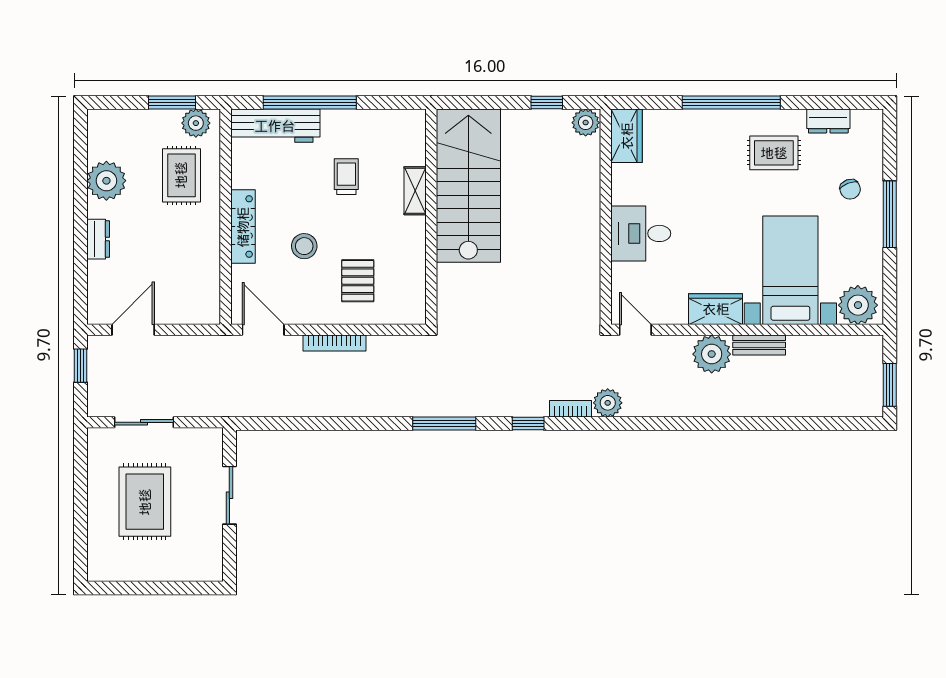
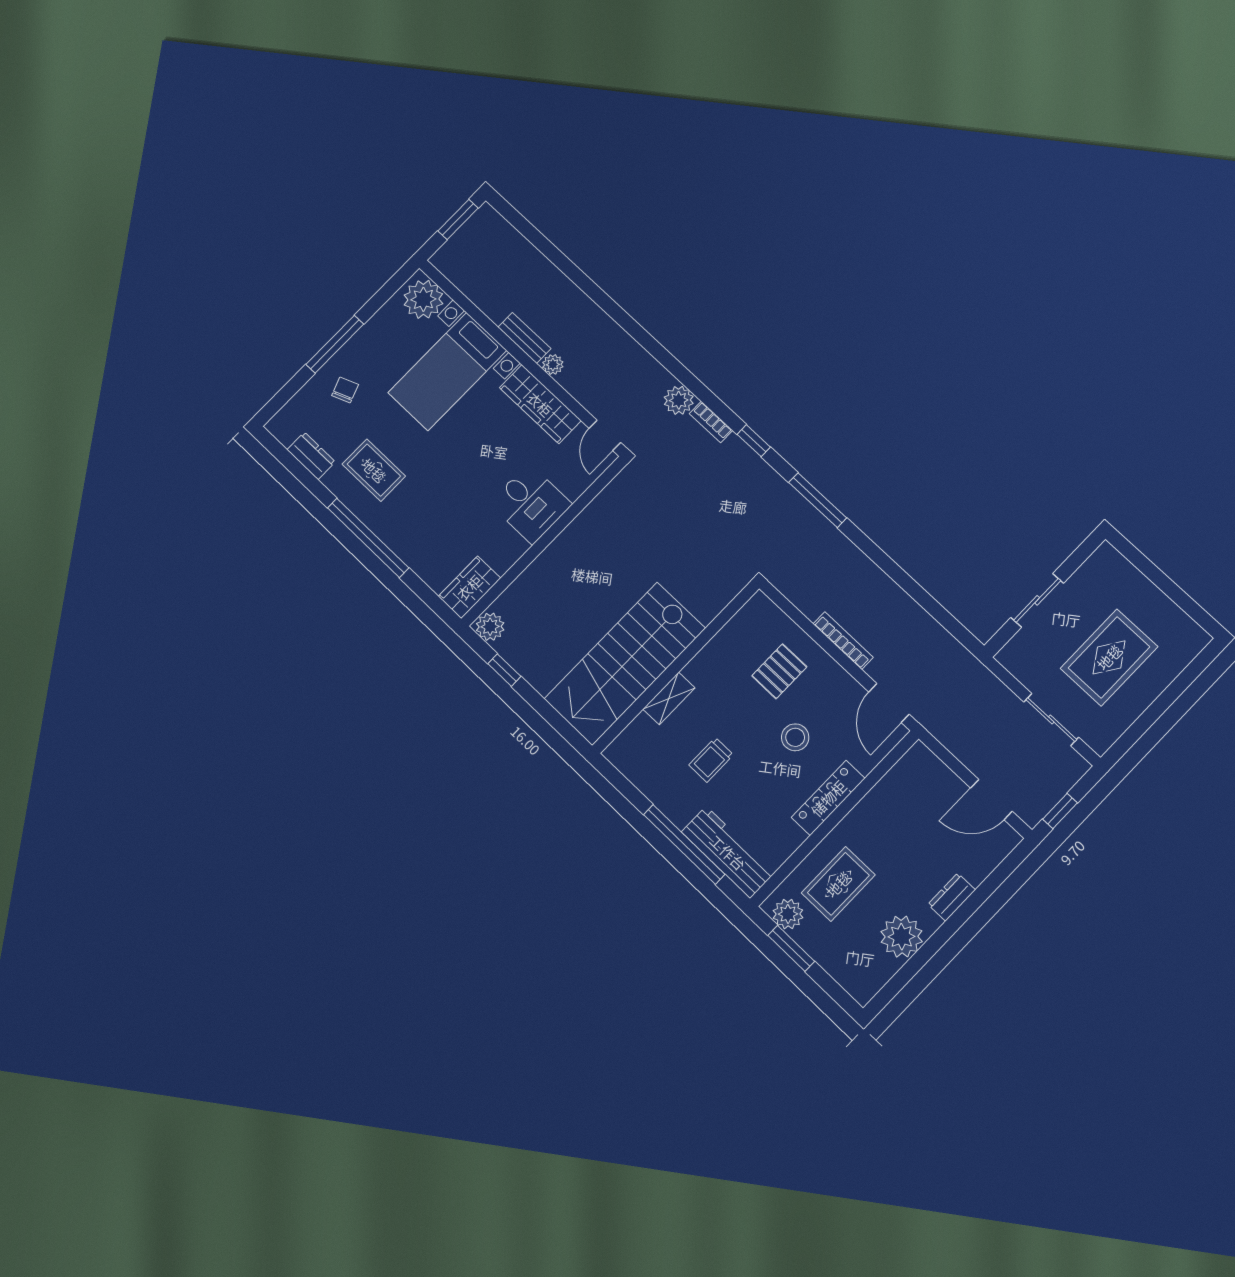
wardrobe: (716, 309) -> (540, 404), width x1.50
plant: (712, 354) -> (553, 365), width x0.53, depth x0.53

